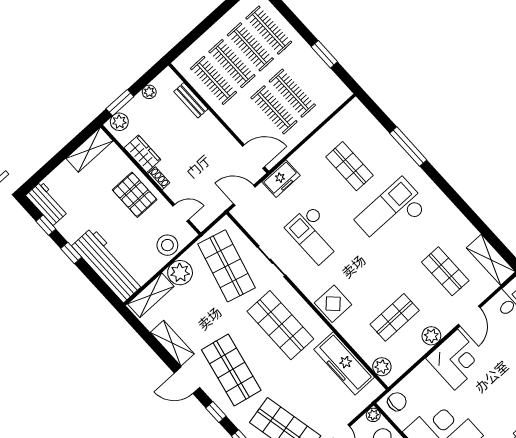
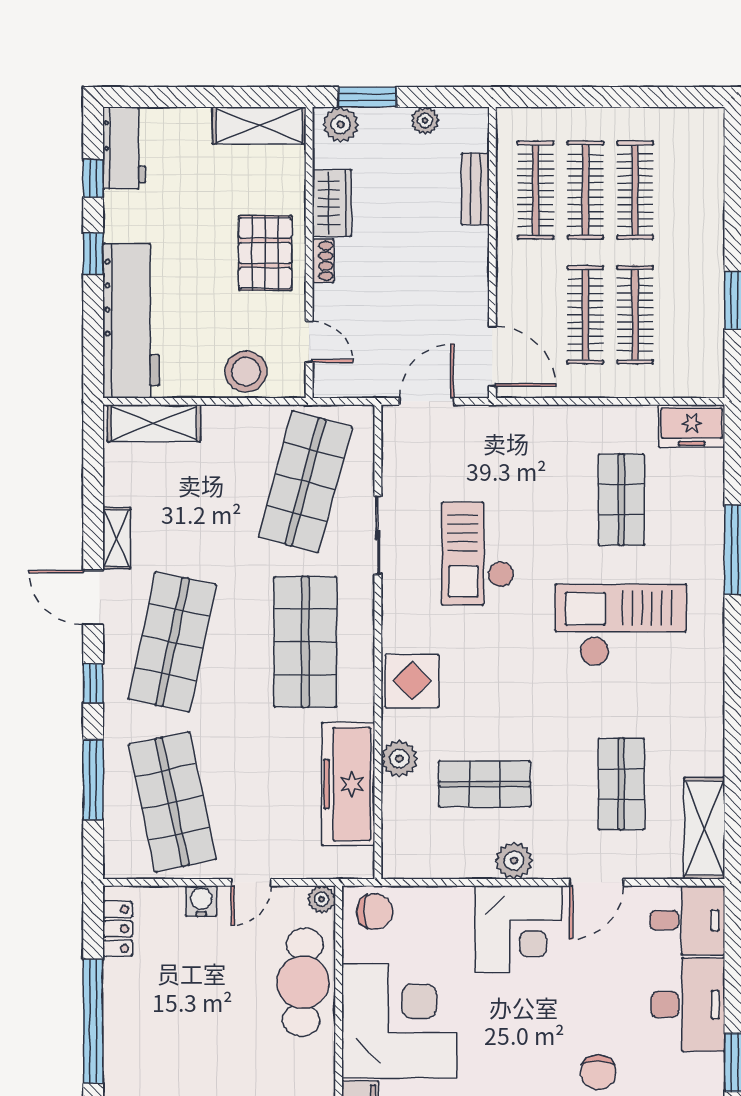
clothes rail: (269, 30) -> (685, 190), removed
freezer: (281, 179) -> (692, 426), moved
door: (244, 195) -> (426, 401), hinge flipped
plant: (180, 273) -> (227, 429), removed
shelving: (172, 343) -> (117, 538), width x0.67, depth x0.75
plant: (382, 367) -> (399, 759), moved

